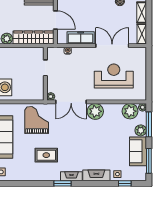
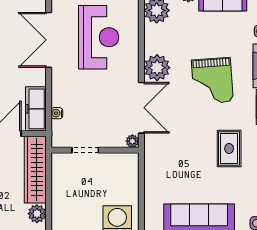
freezer: (81, 38) -> (36, 109), moved
reception desk: (114, 76) -> (99, 37), turned 180
grand piano: (37, 120) -> (212, 81), moved, turned -94

